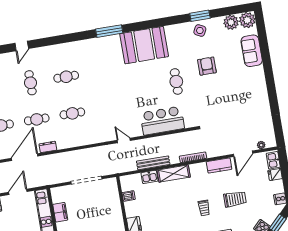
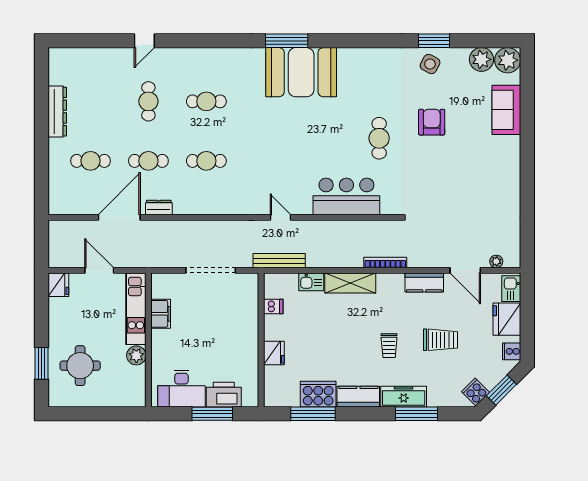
booth: (144, 45) -> (301, 72), moved
door: (243, 154) -> (465, 270), hinge flipped
bench: (153, 163) -> (279, 261), moved
fridge: (275, 174) -> (507, 319), width x1.88, depth x1.34
door: (18, 192) -> (99, 270), hinge flipped

